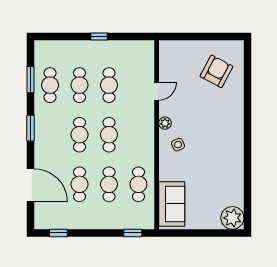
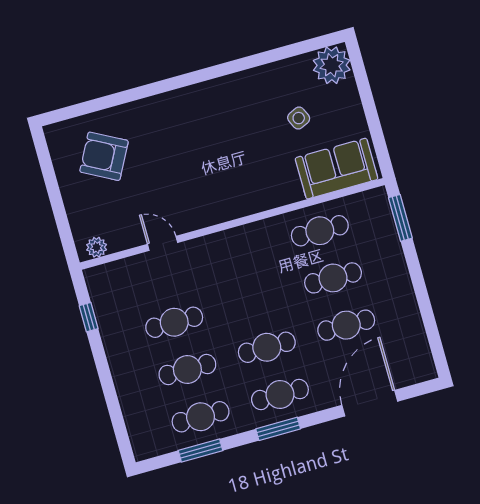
window: (99, 36) -> (89, 317), moved
plant: (165, 123) -> (97, 247), moved
cafe table: (109, 135) -> (280, 395), moved
side table: (178, 145) -> (299, 118), moved
window: (58, 233) -> (434, 337), removed
window: (133, 233) -> (400, 218), width x1.50

